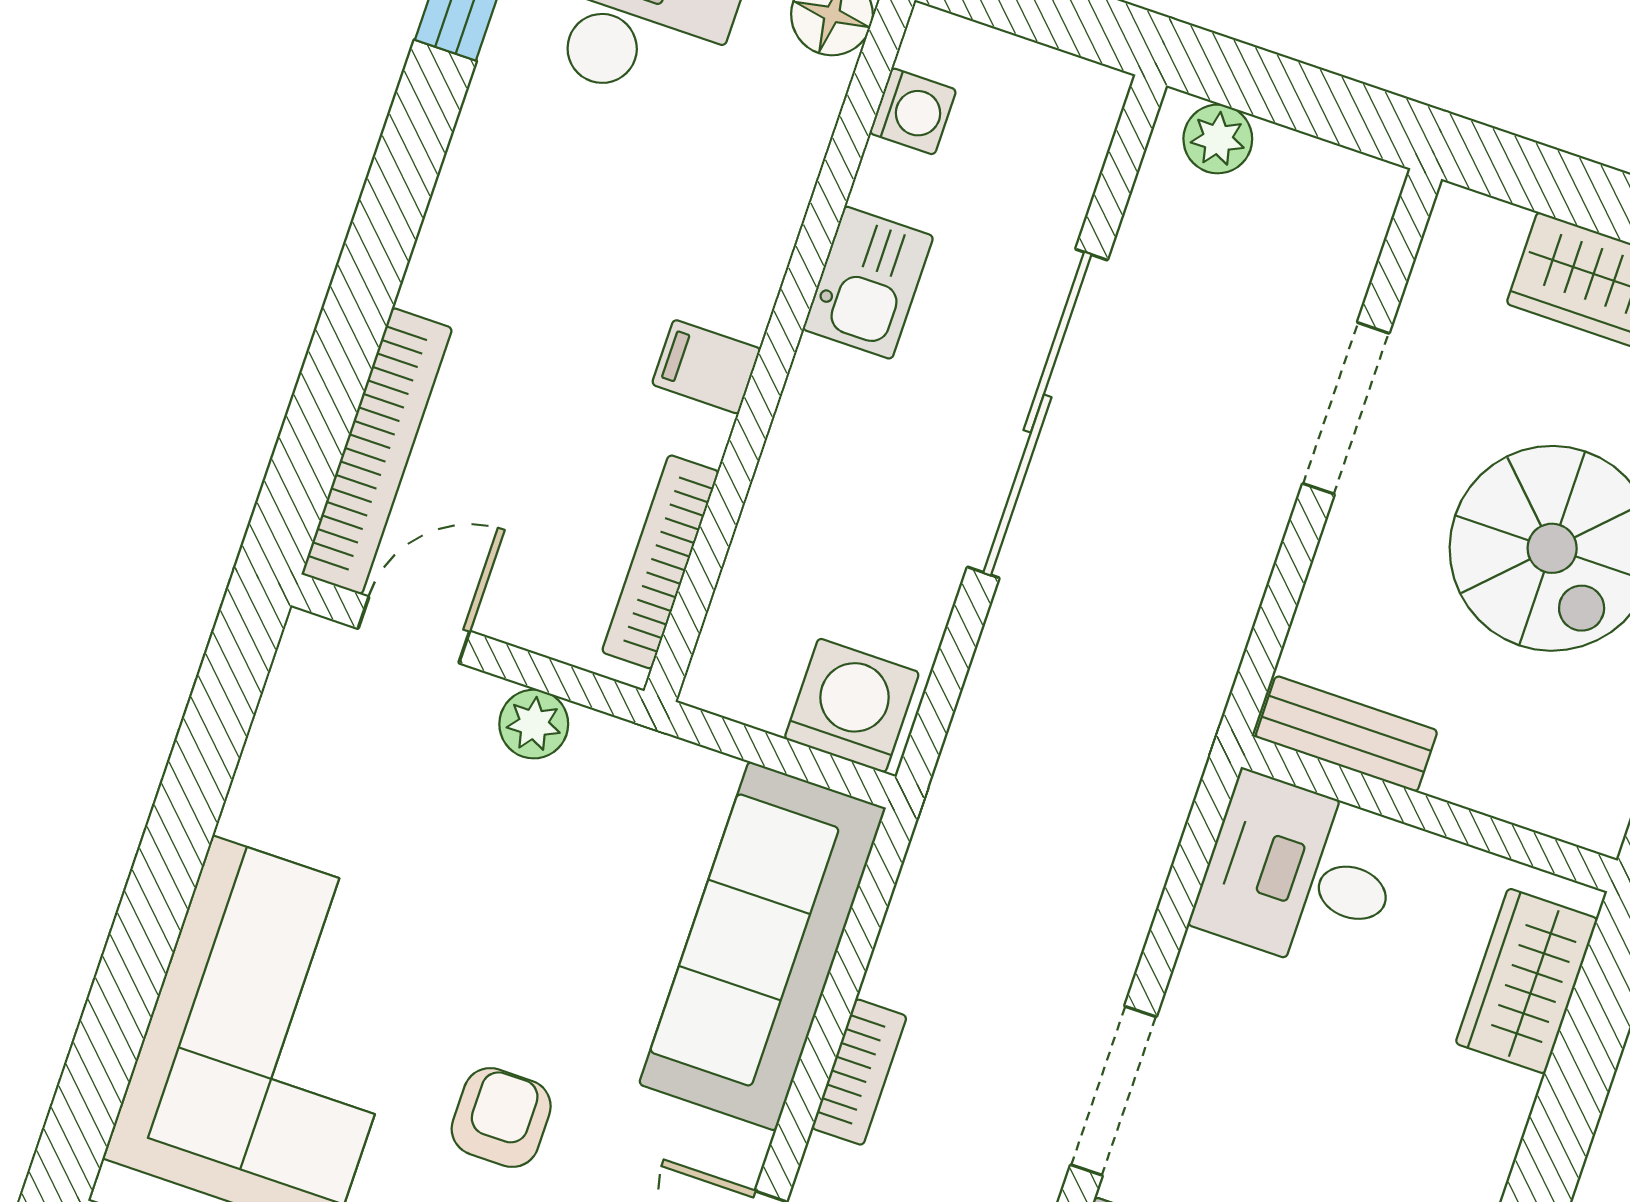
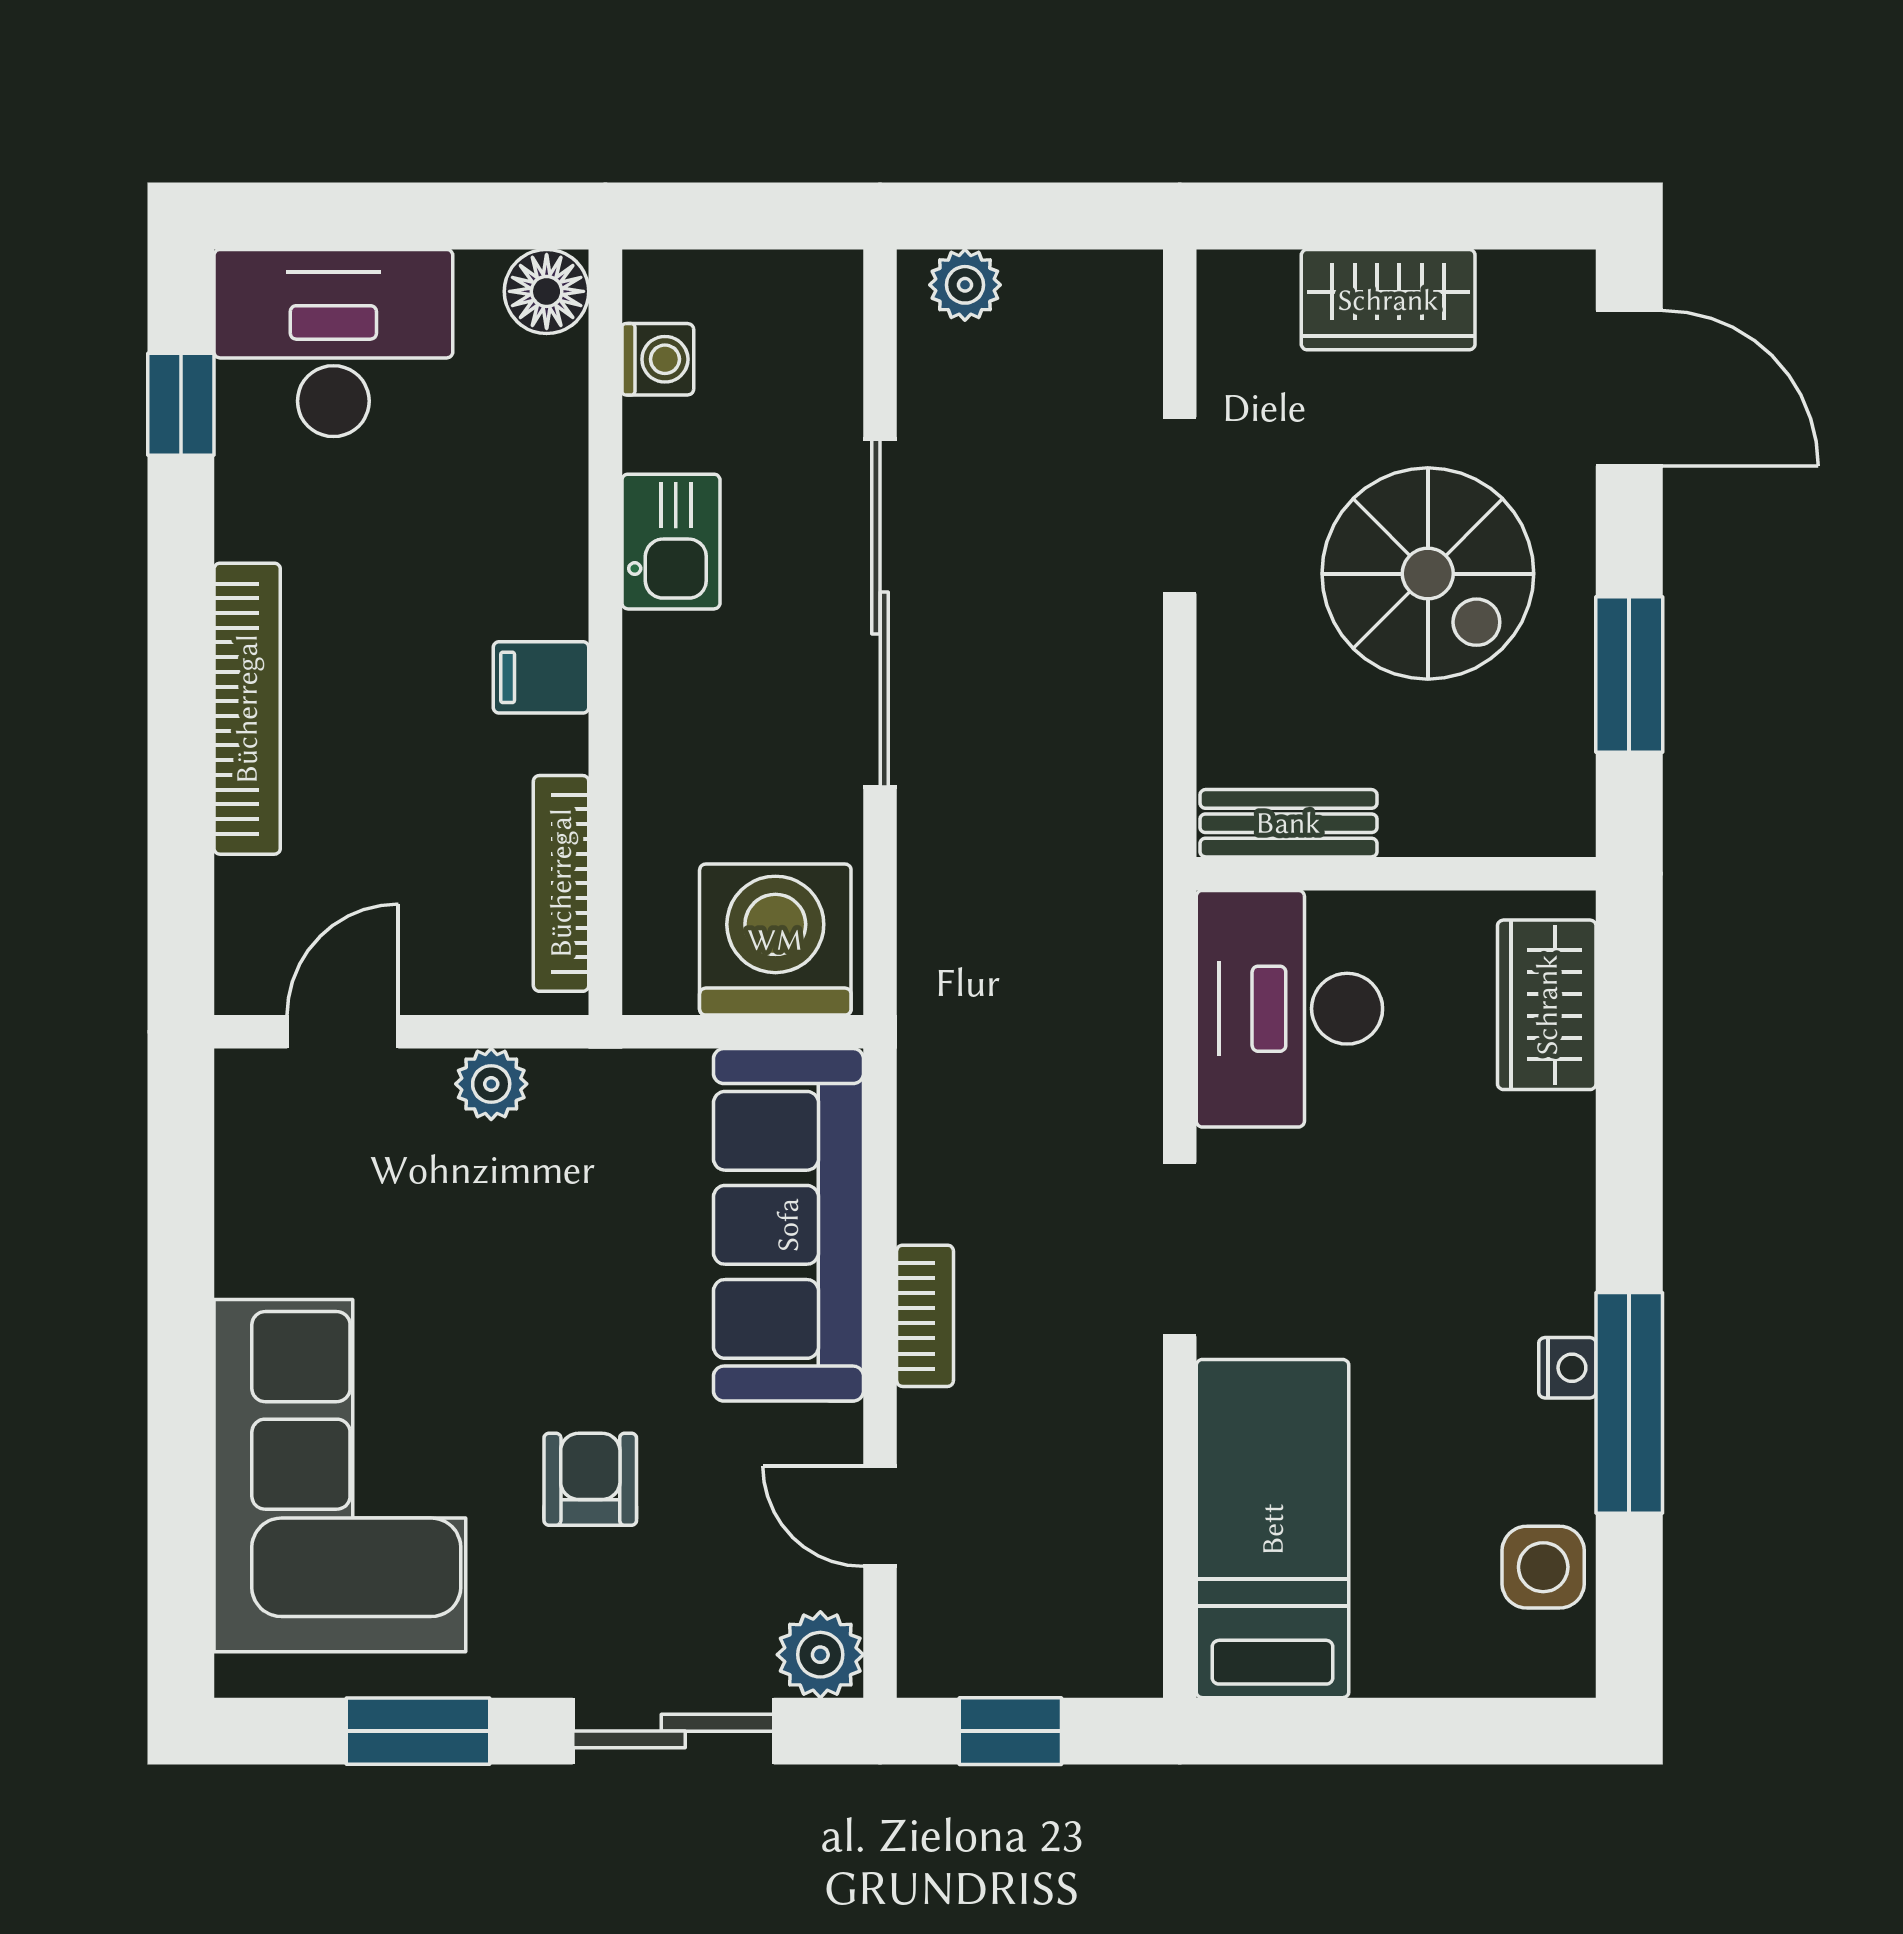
bookcase: (377, 451) -> (247, 709), moved
washing machine: (852, 705) -> (775, 940), width x1.37, depth x1.37
desk: (1299, 875) -> (1289, 1009), width x1.37

